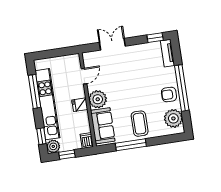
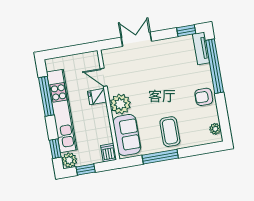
door: (84, 76) -> (104, 77), swing flipped
window: (182, 88) -> (215, 66), moved
fridge: (80, 105) -> (97, 97), moved
plant: (173, 118) -> (215, 129), width x0.53, depth x0.53

